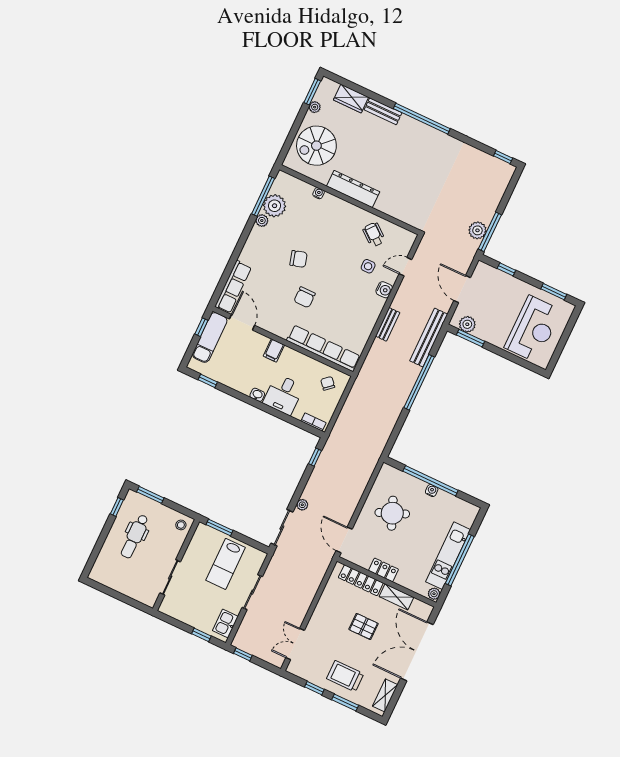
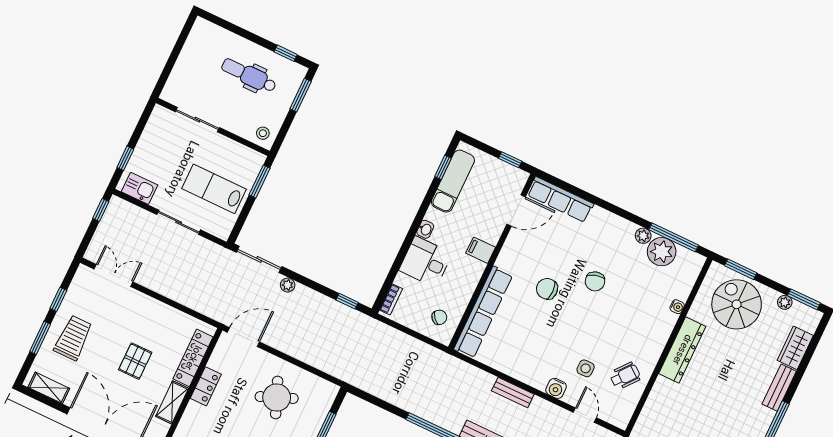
window: (288, 142) -> (741, 269), added
exam couch: (210, 337) -> (453, 181), moved, turned -90

